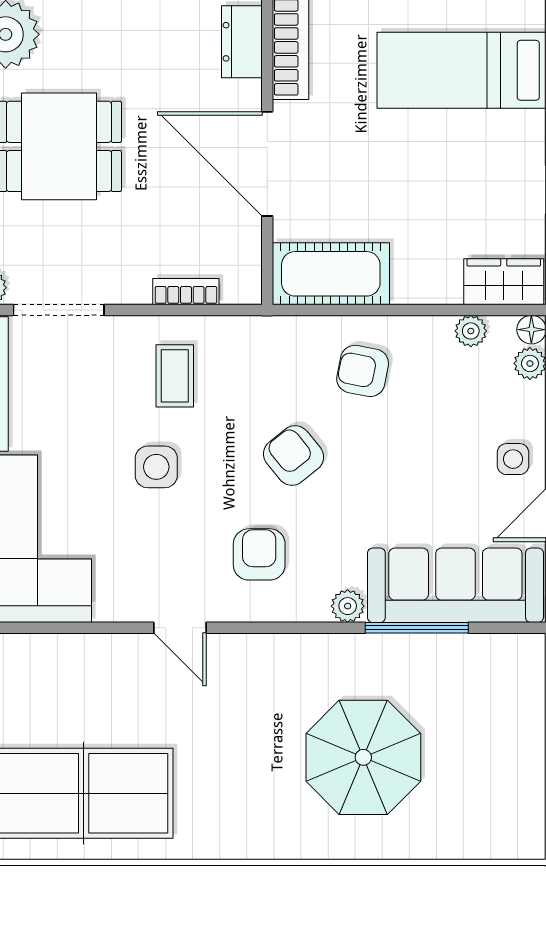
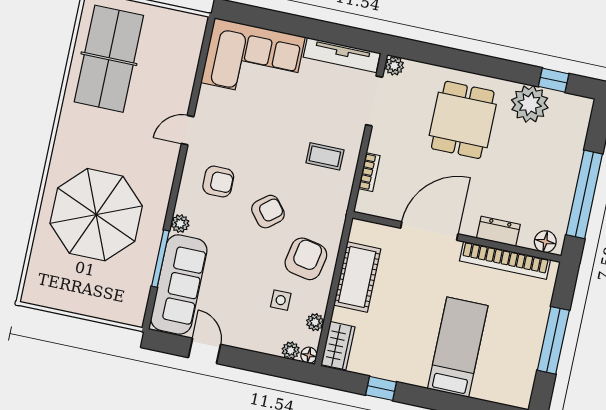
cot: (331, 274) -> (357, 277), moved
armchair: (363, 371) -> (306, 259), width x1.38, depth x1.38
side table: (513, 459) -> (281, 300), moved
side table: (156, 467) -> (278, 136), removed
parasol: (363, 757) -> (96, 215), width x1.36, depth x1.36

